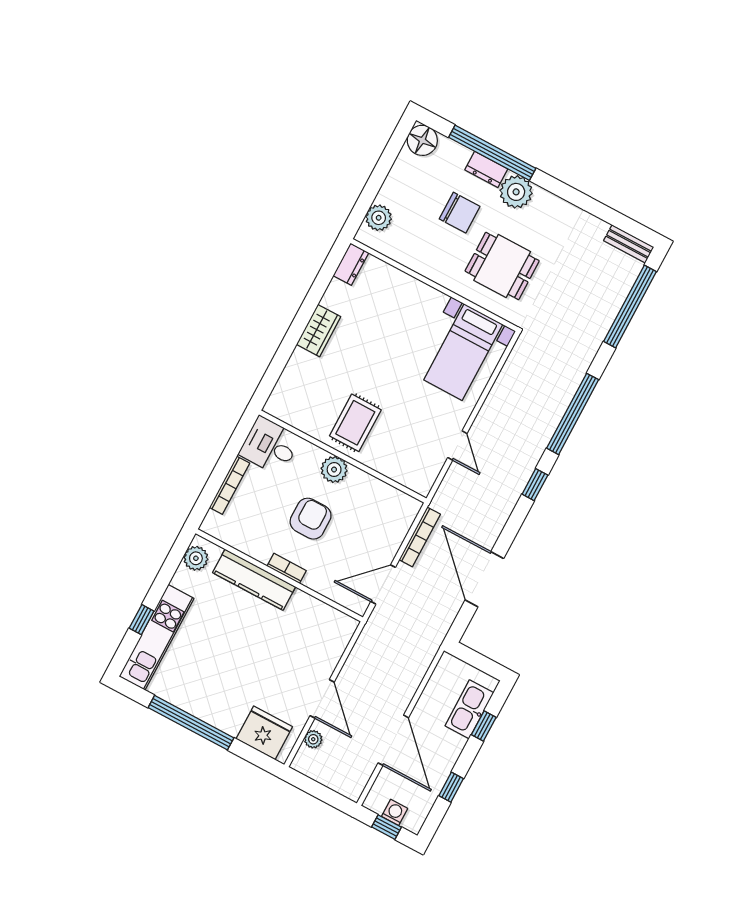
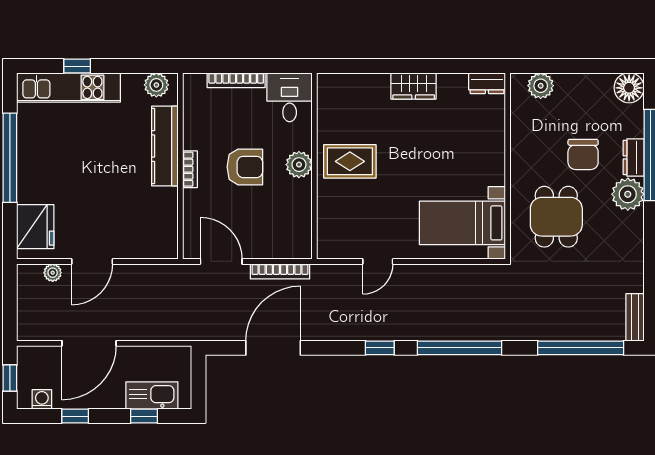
washing machine: (395, 812) -> (42, 399), moved, turned -90

